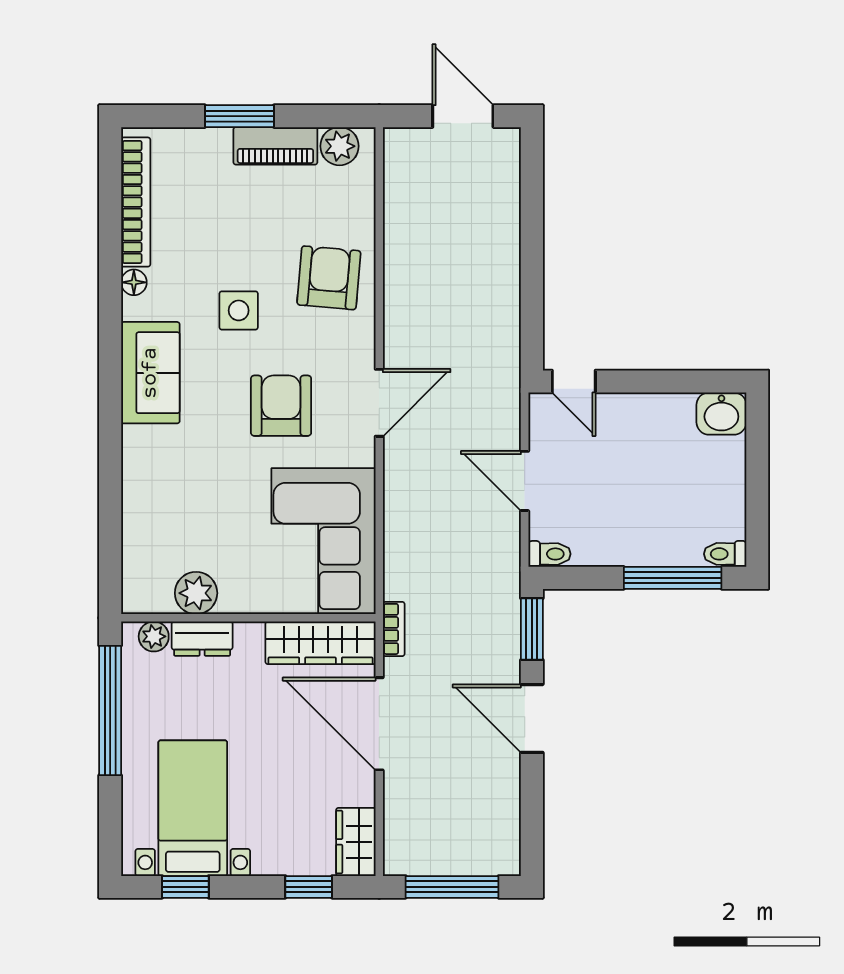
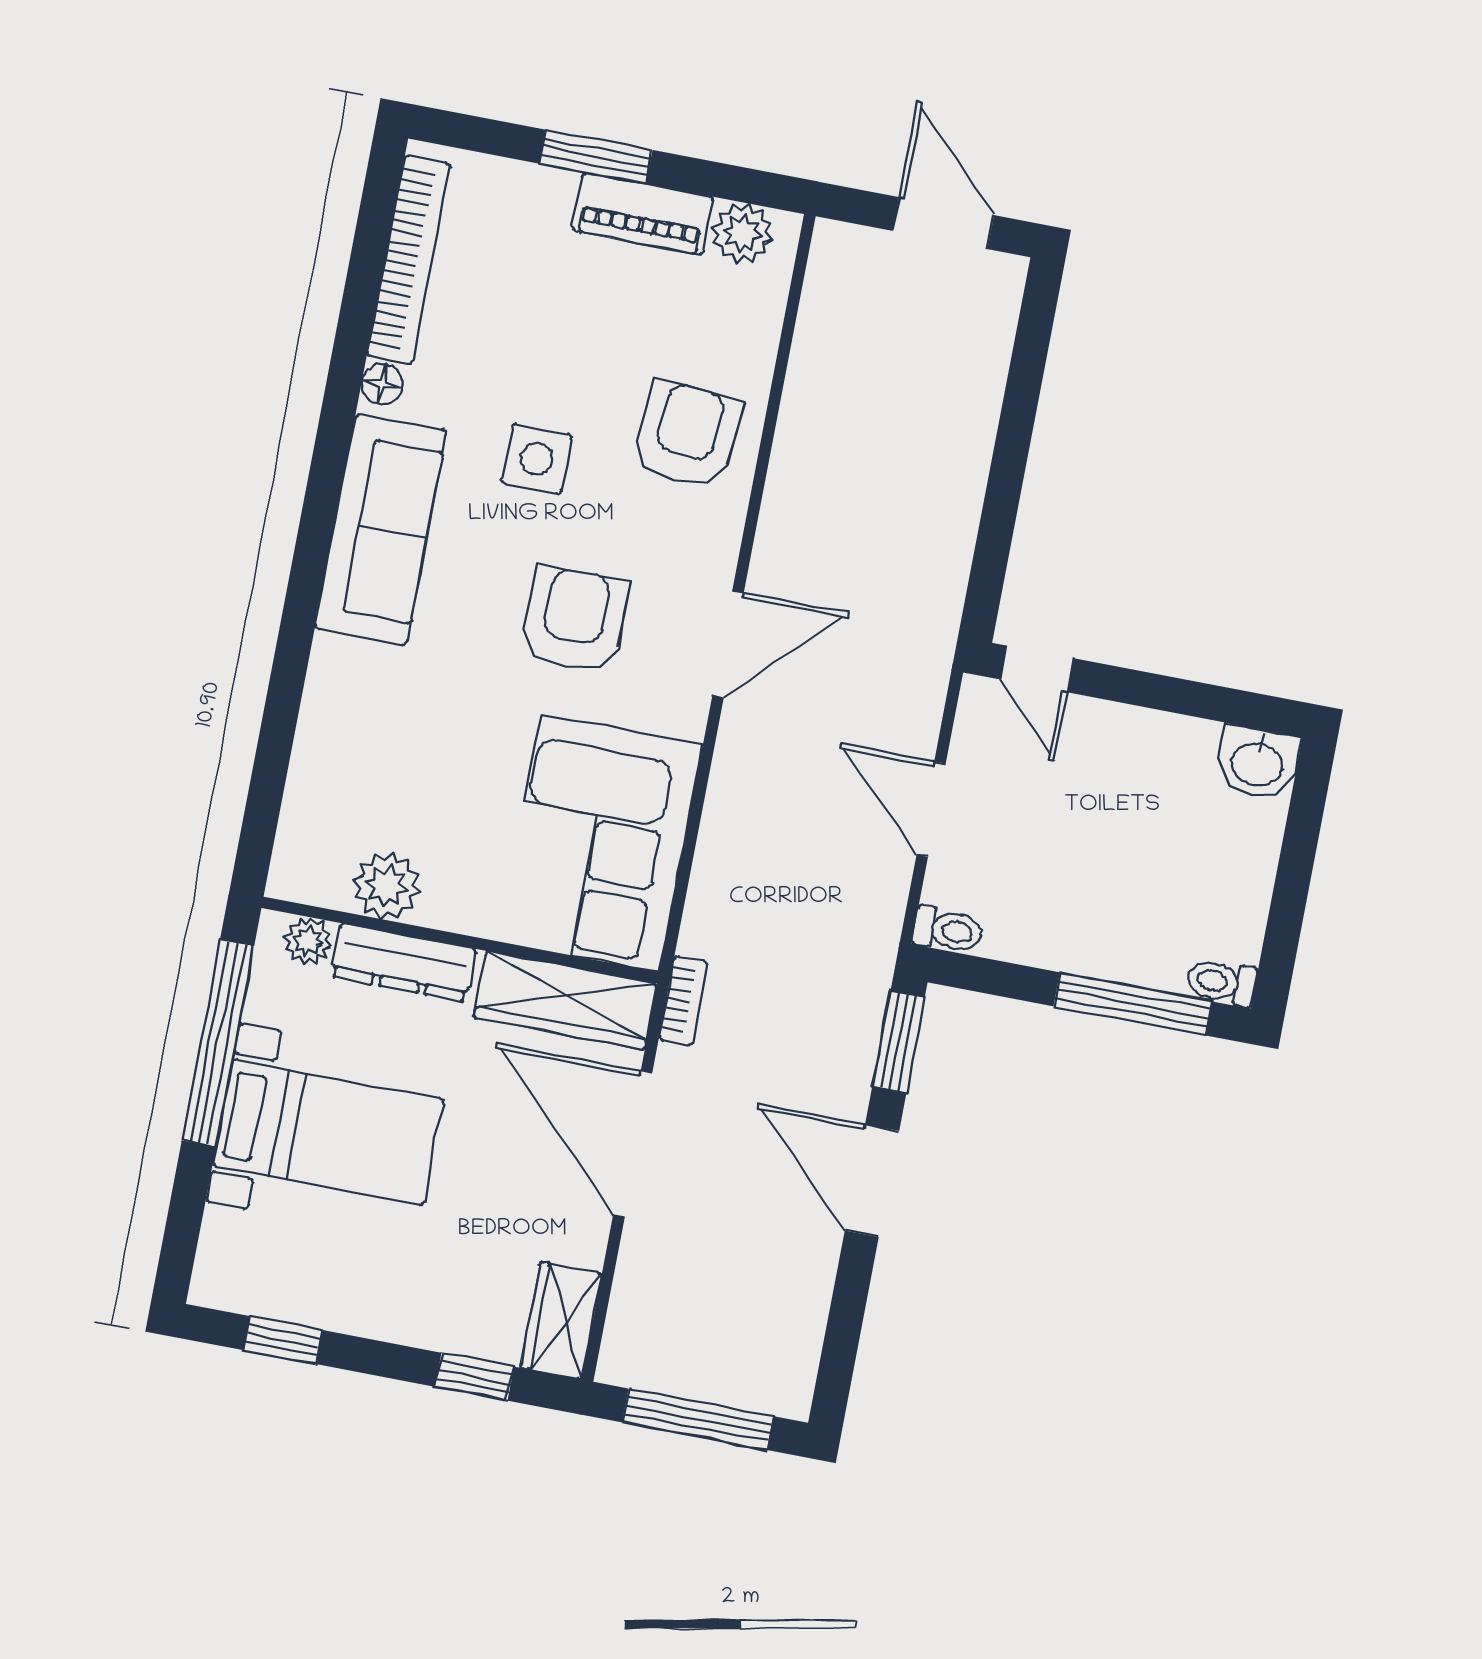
sofa: (150, 373) -> (381, 530), width x1.36
dresser: (202, 639) -> (403, 963), width x1.44
bed with nightstands: (193, 808) -> (328, 1132), moved, turned 90

